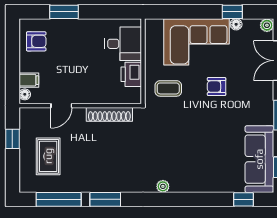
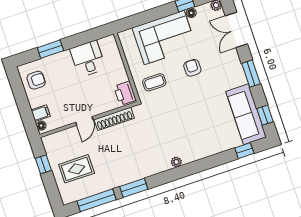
desk: (123, 44) -> (88, 59), moved, turned -90
printer: (131, 74) -> (125, 93), moved
armchair: (217, 87) -> (192, 68), turned 90
door: (61, 106) -> (84, 121), moved
rug: (48, 156) -> (77, 169), turned 90

